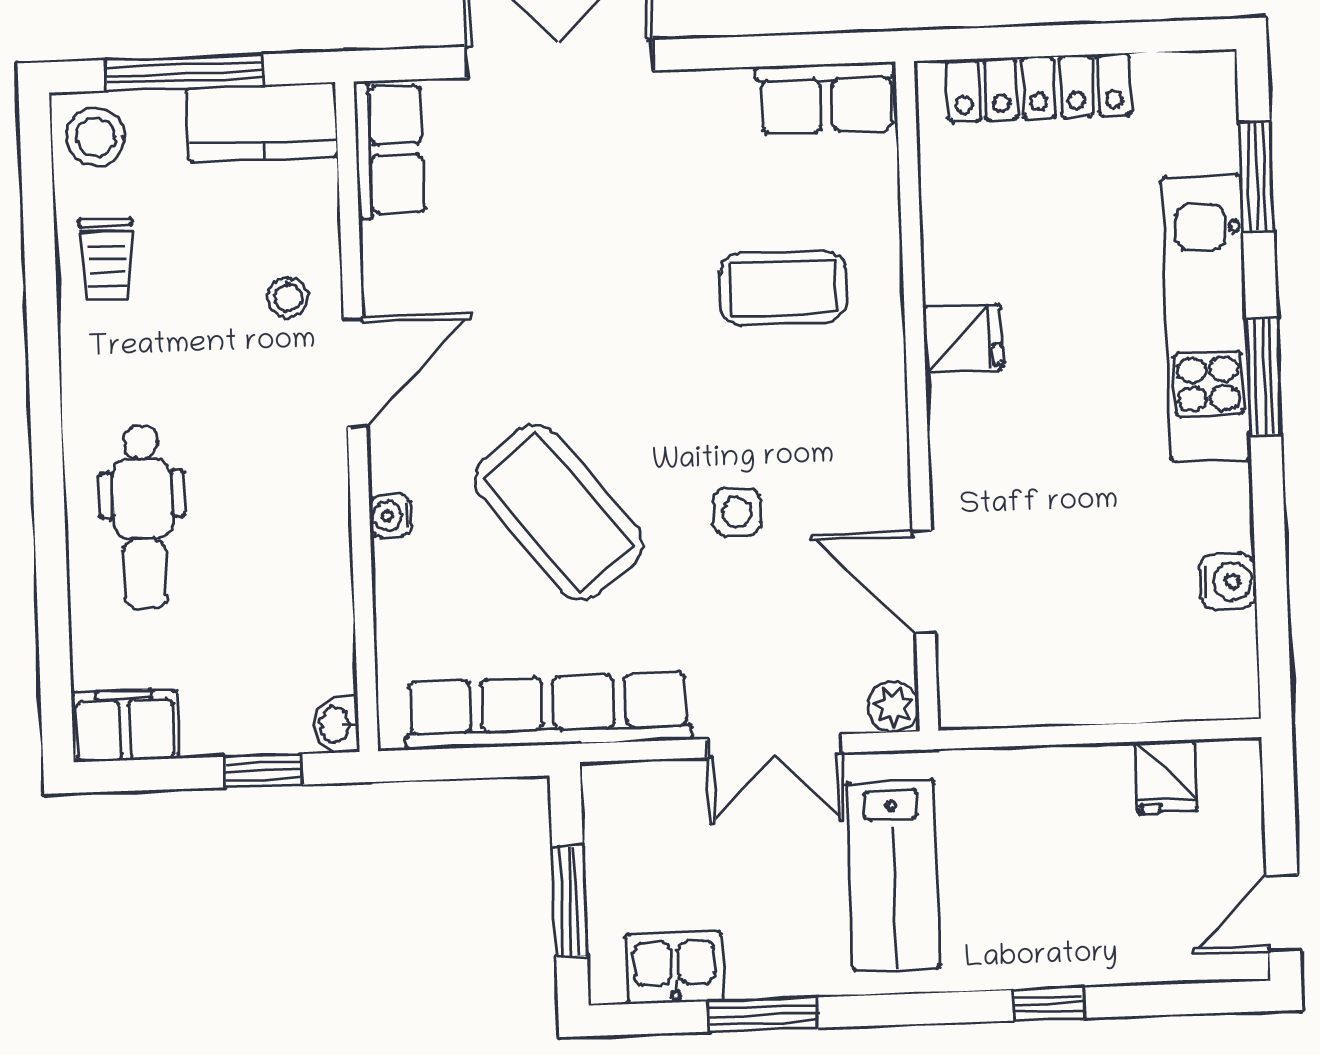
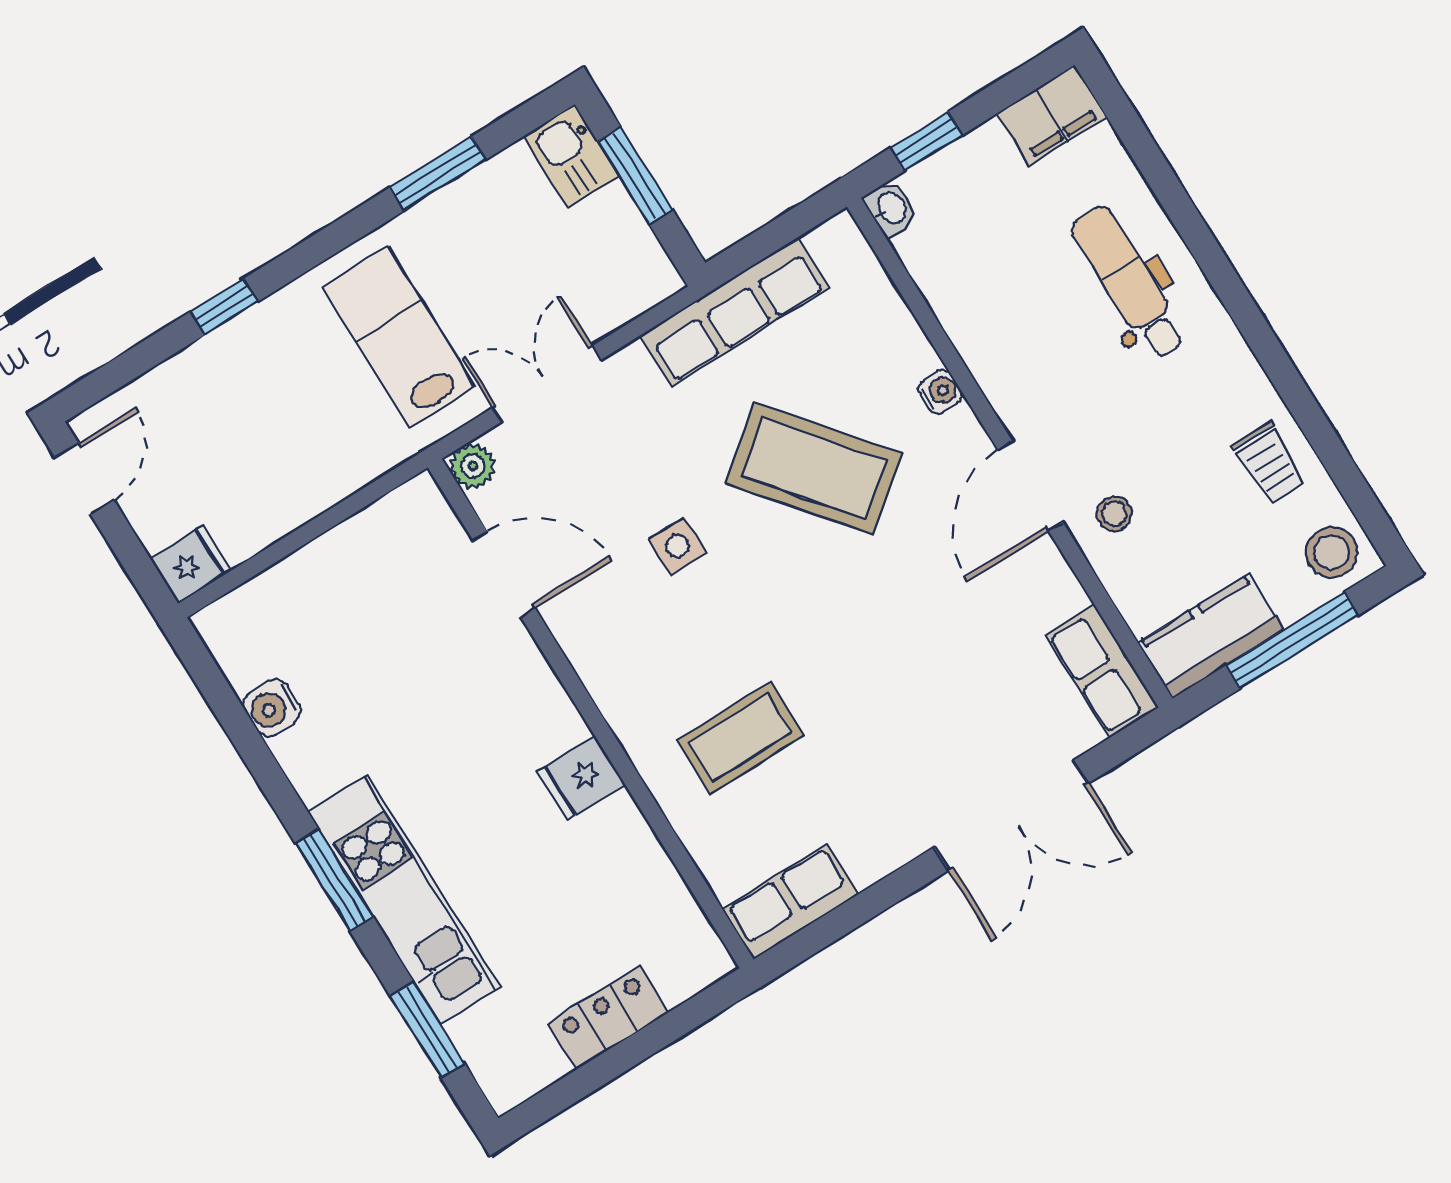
locker: (1039, 88) -> (608, 1018), width x0.66
trolley: (107, 260) -> (1269, 463), turned 180
row of seats: (548, 711) -> (735, 312), width x0.73
fridge: (1166, 777) -> (191, 565), moved, turned 90
kitchen sink: (675, 968) -> (571, 156), moved, turned 90

